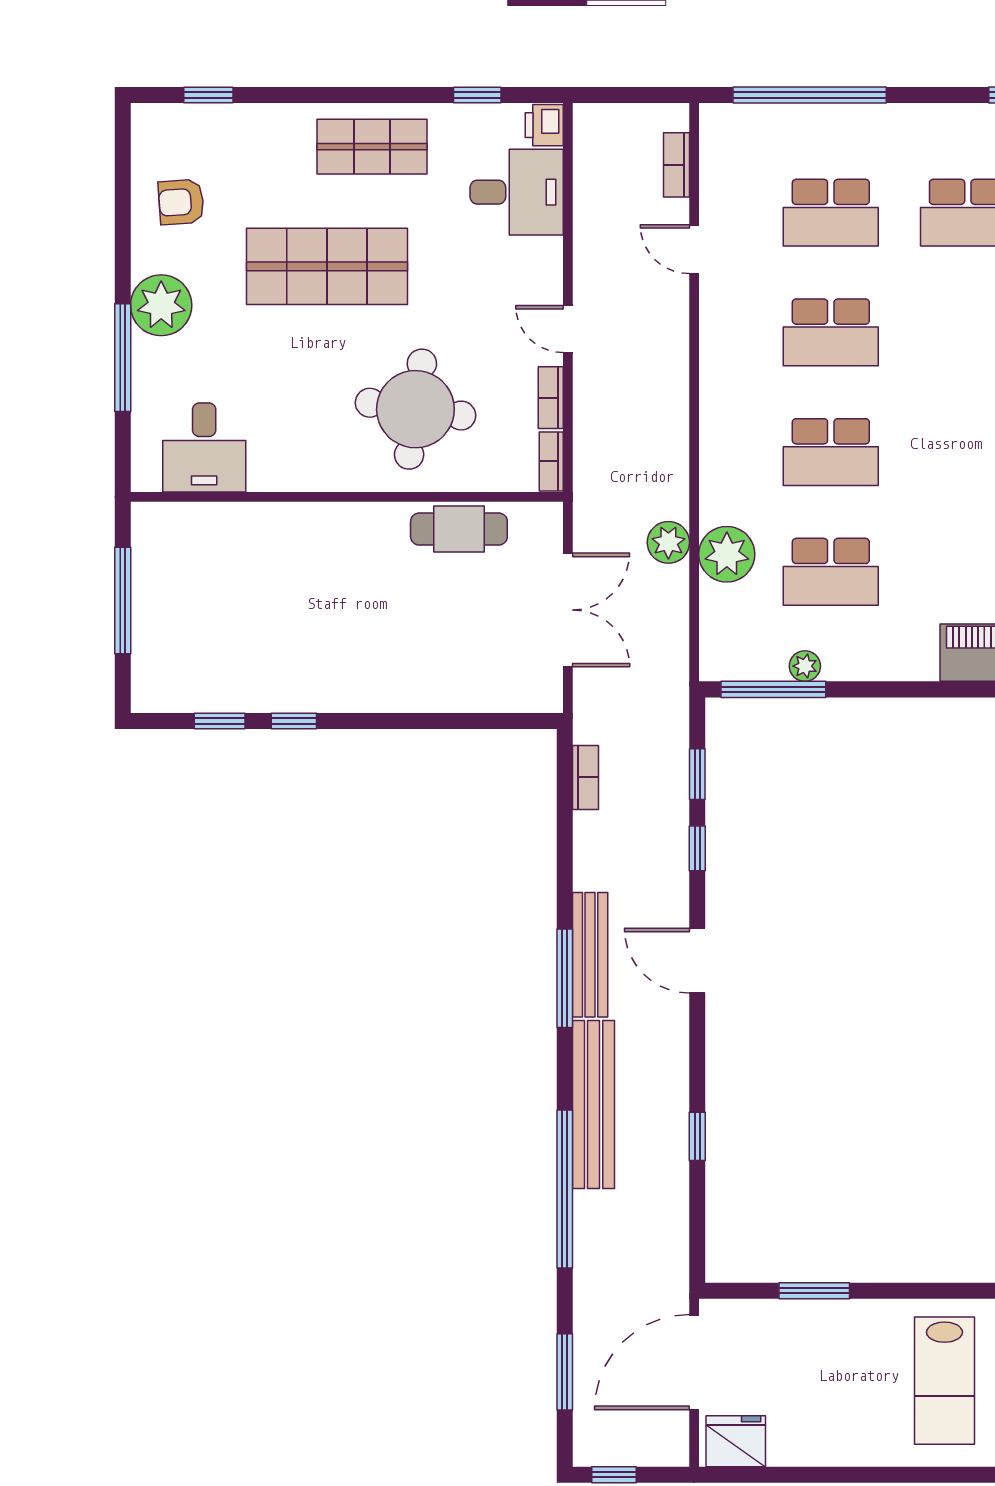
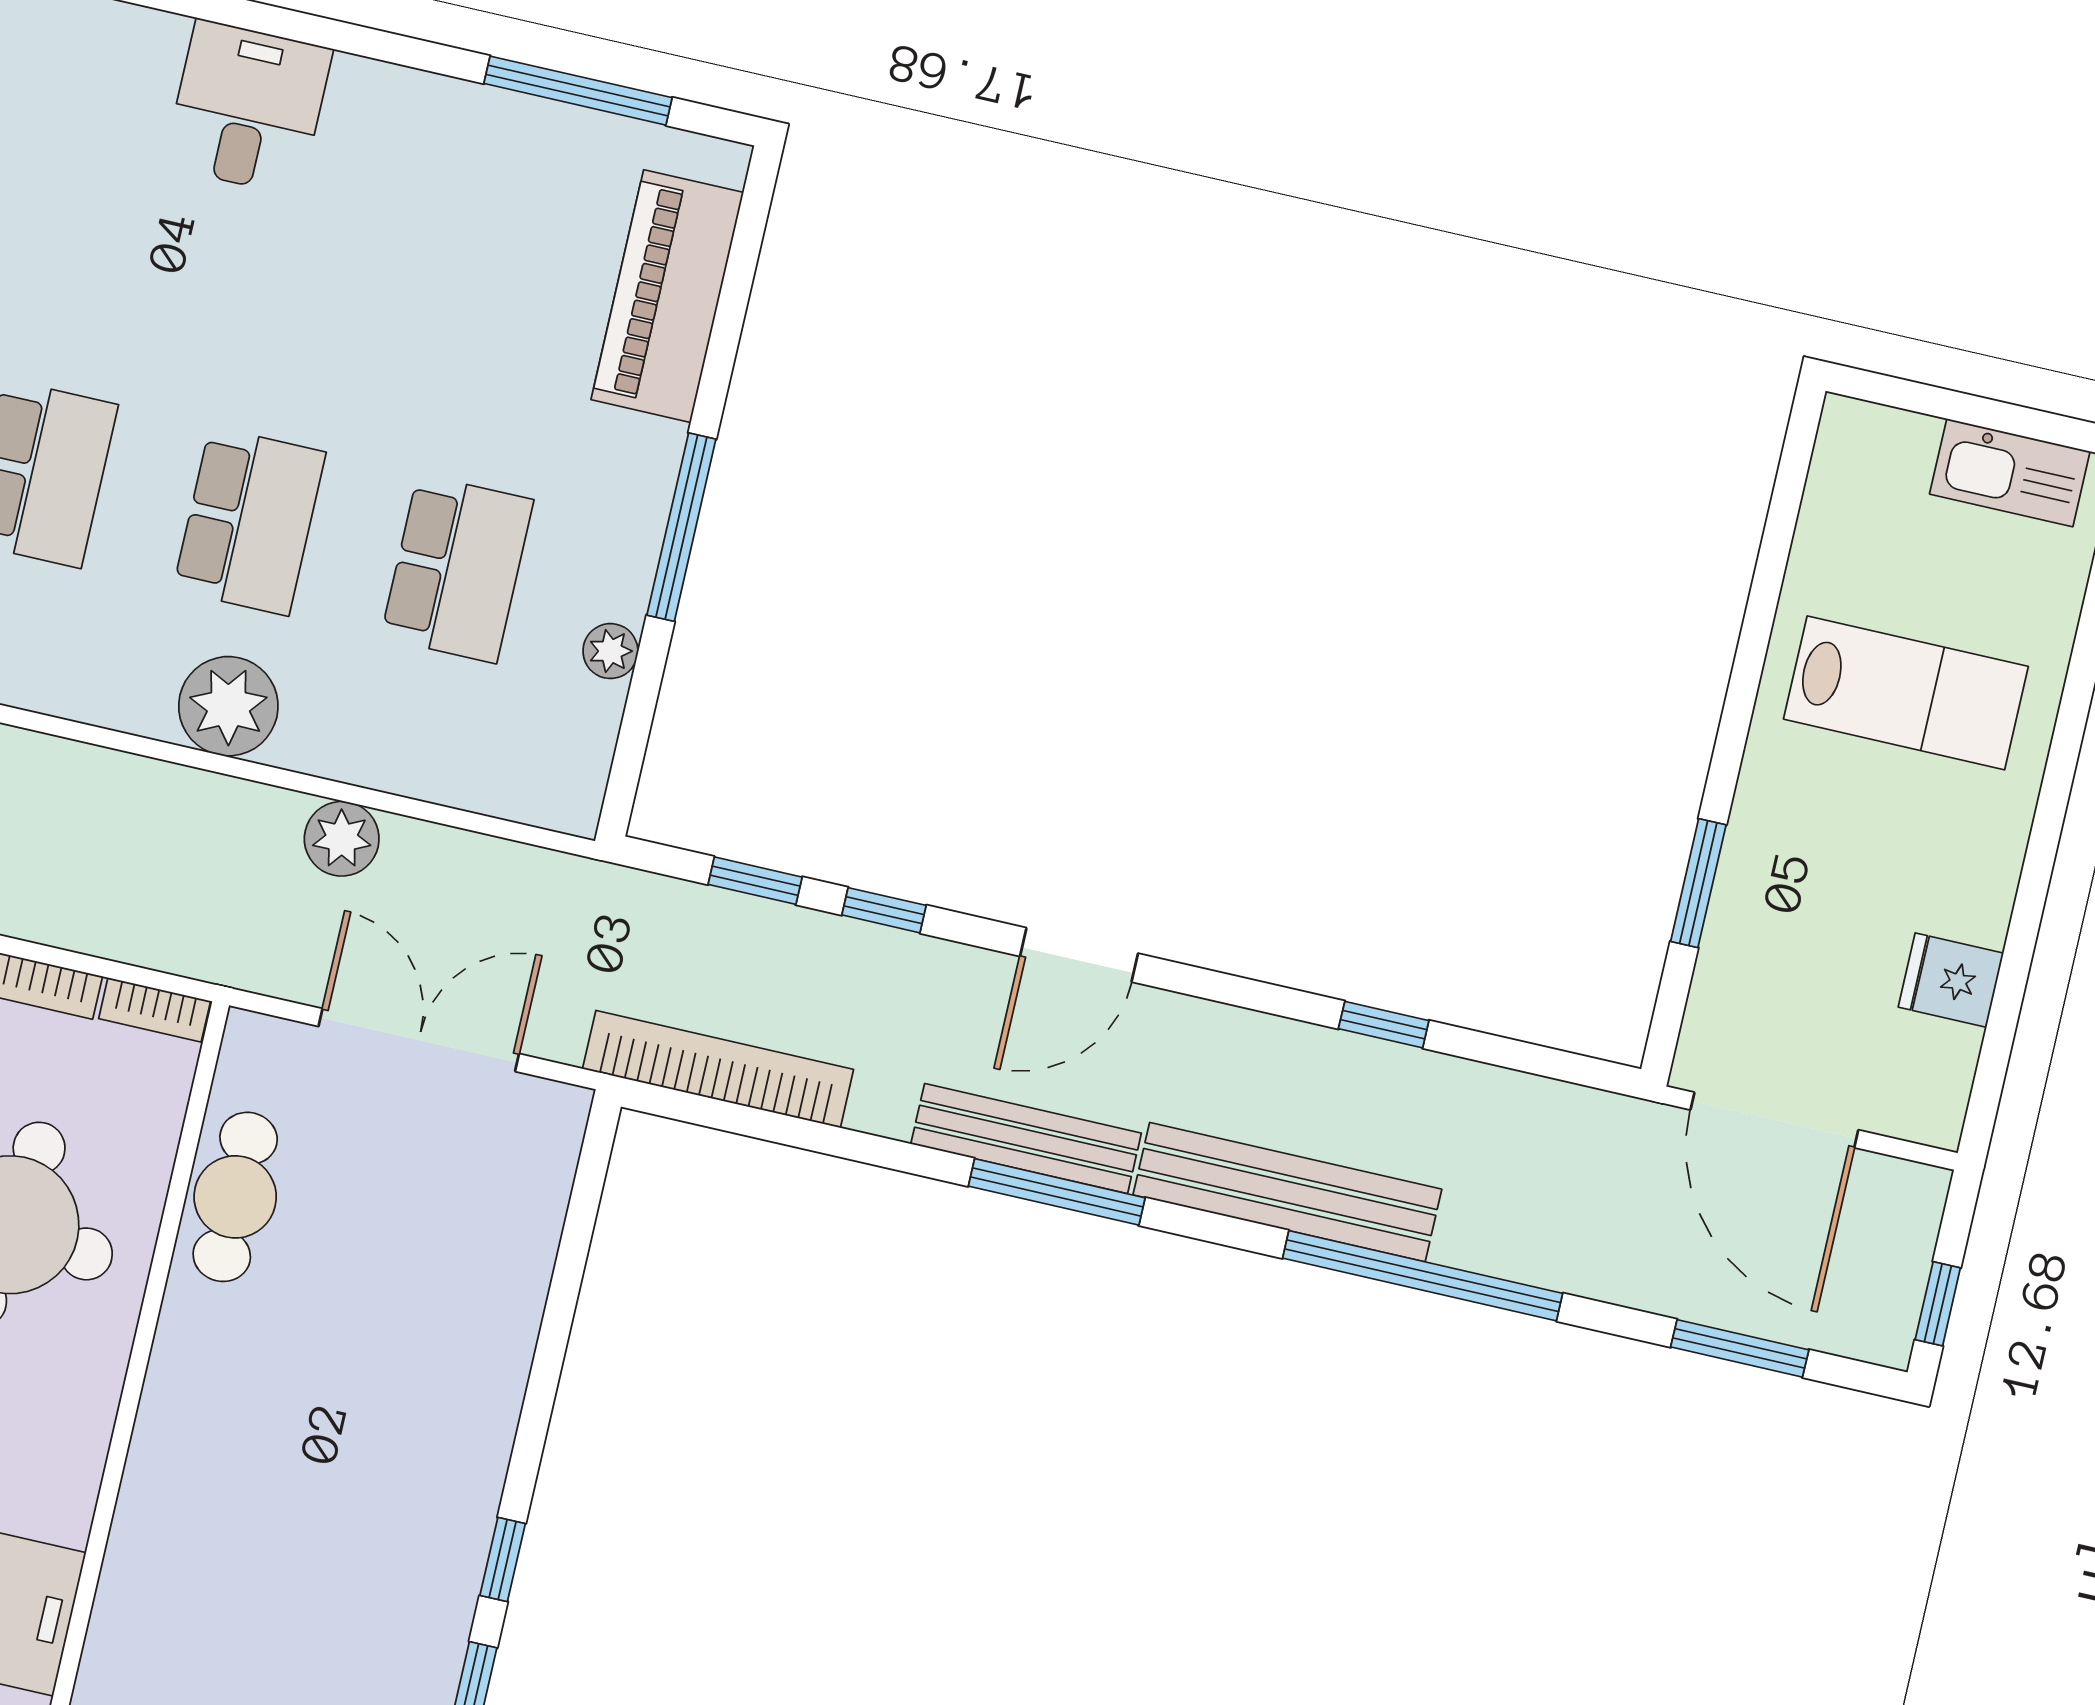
plant: (727, 554) -> (228, 706), moved
window: (773, 689) -> (681, 527), moved
bookcase: (585, 777) -> (718, 1069), width x2.31, depth x1.31
fridge: (736, 1441) -> (1951, 980), moved, width x0.72

